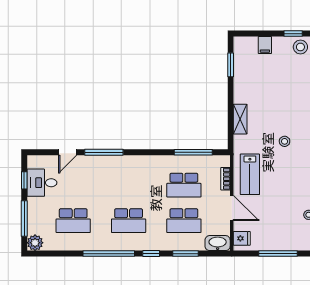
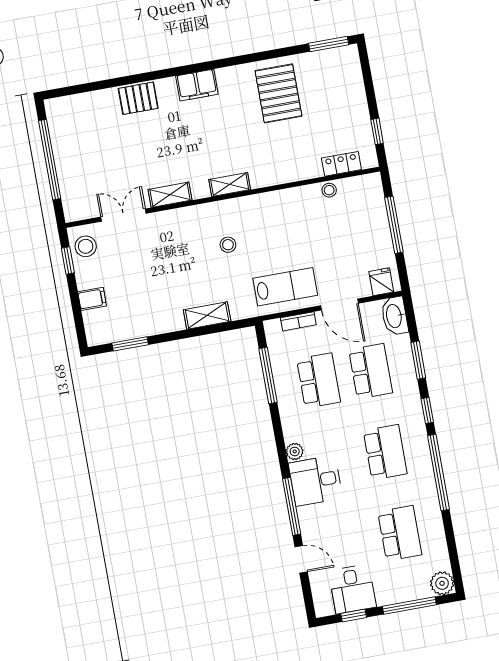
plant: (140, 161) -> (295, 451), added
desk: (118, 171) -> (316, 481), added
door: (232, 208) -> (339, 304), swing flipped

